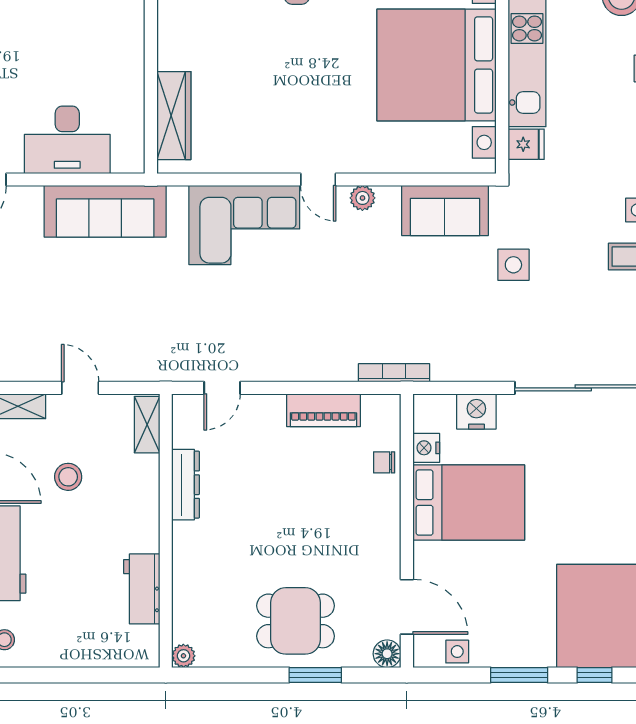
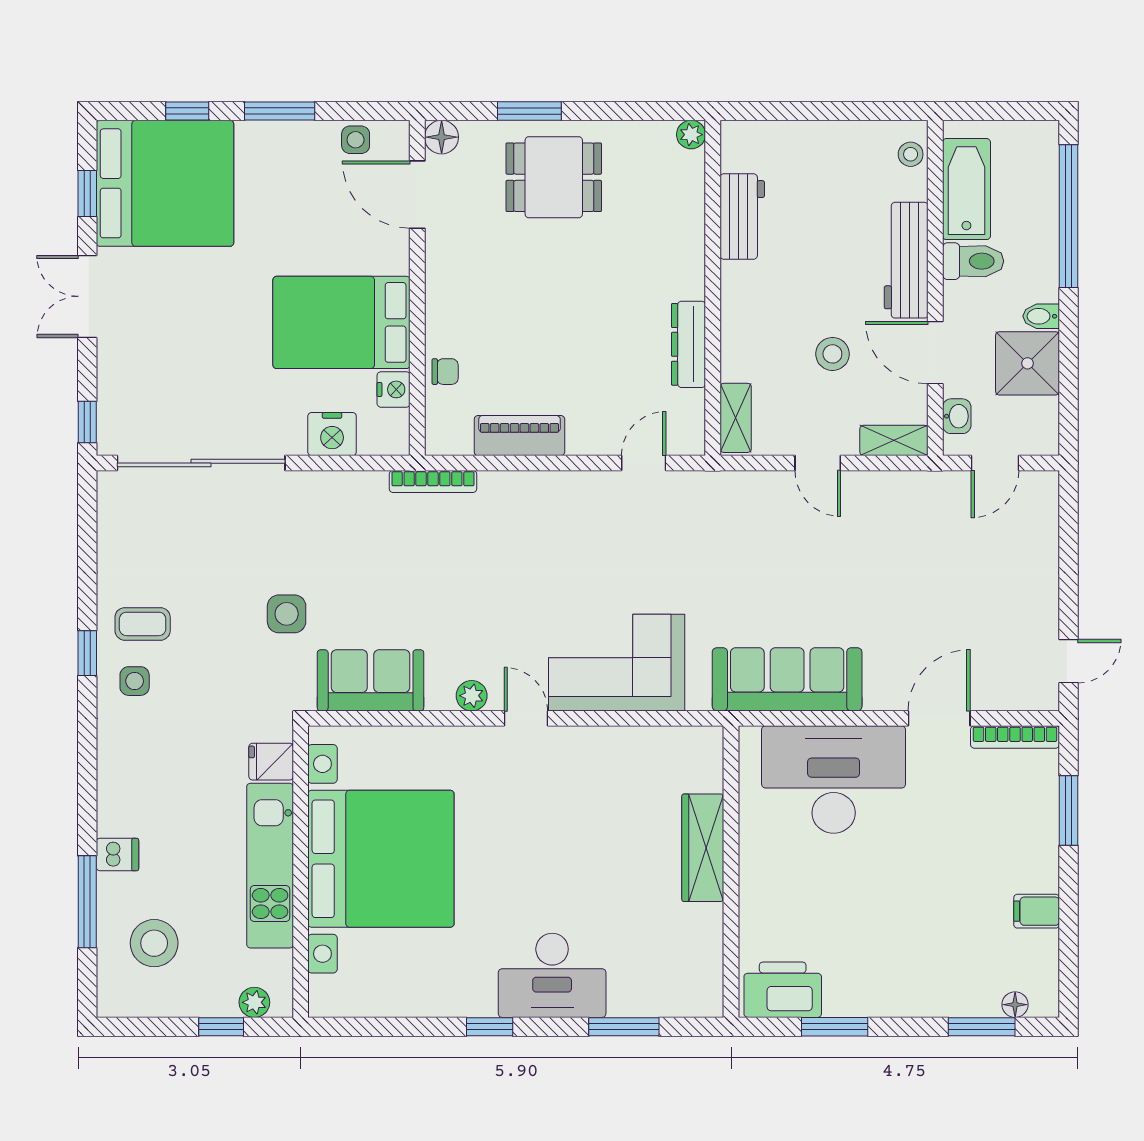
wardrobe: (174, 116) -> (703, 848), moved
desk: (67, 140) -> (834, 779), width x1.36, depth x1.30

